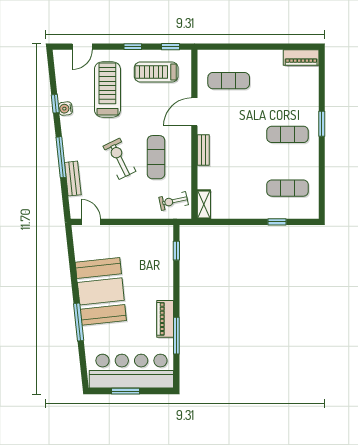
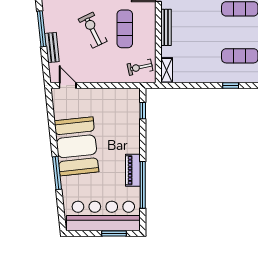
bench: (203, 150) -> (166, 27), width x1.36
window: (176, 336) -> (143, 185), width x1.46
window: (125, 391) -> (114, 234), moved

